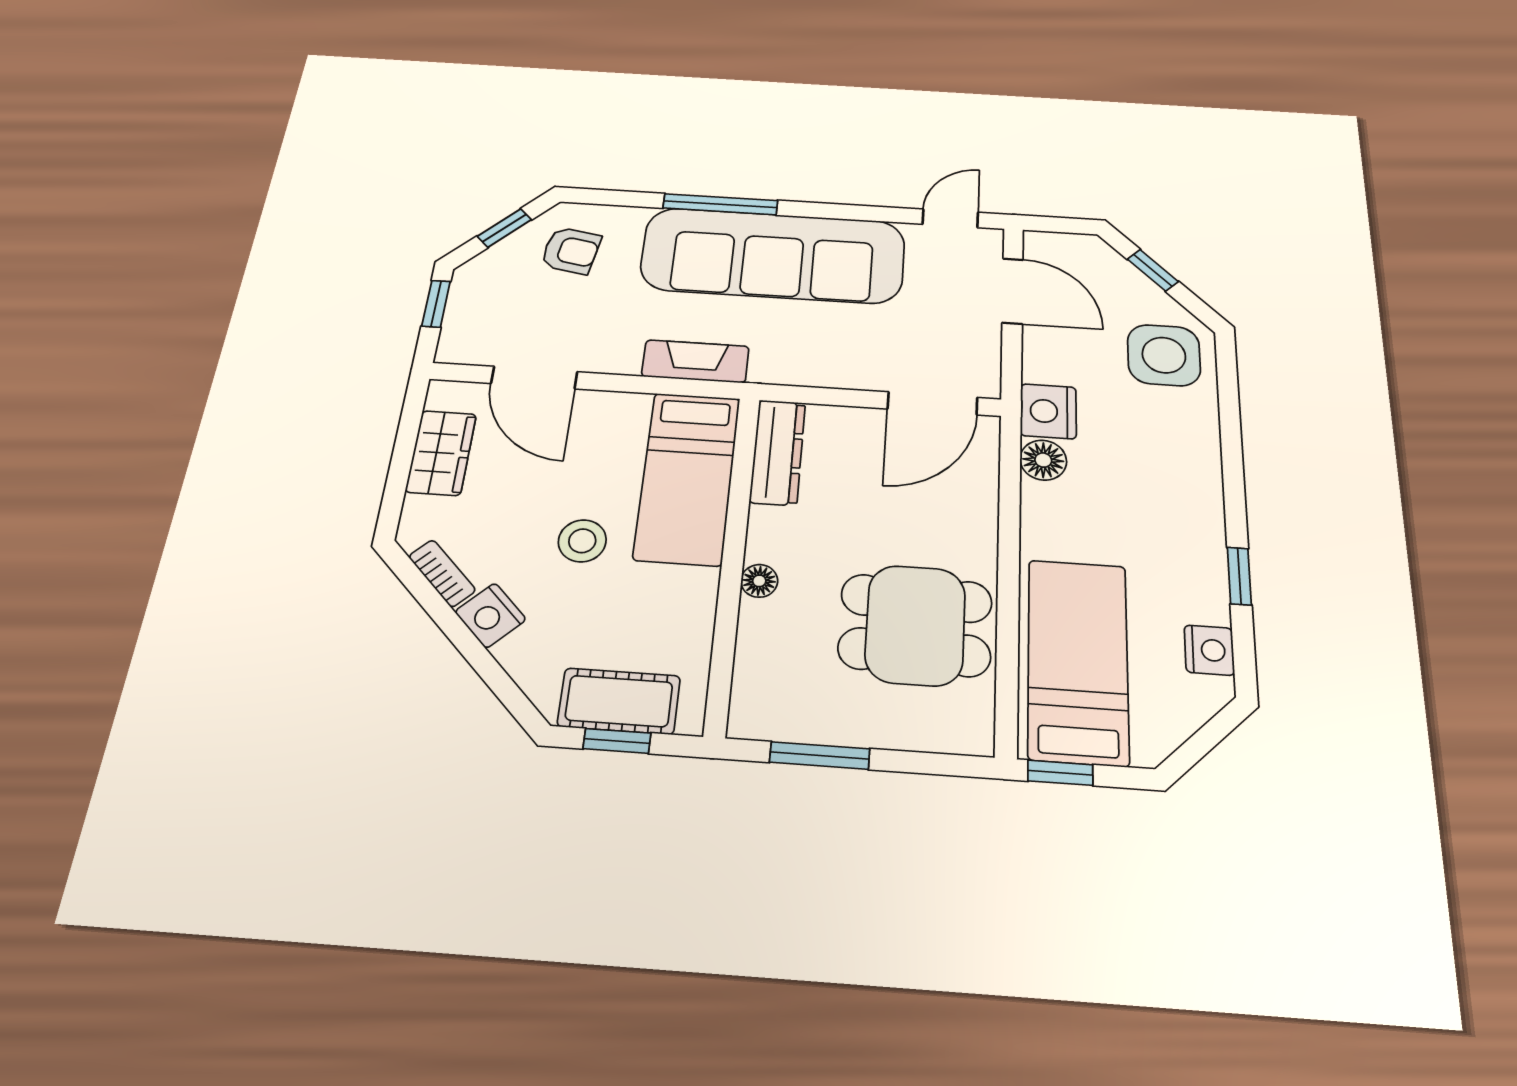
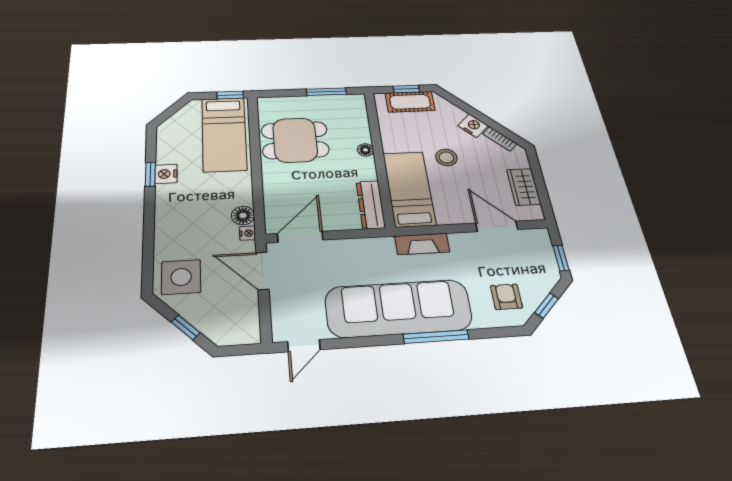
armchair: (571, 251) -> (506, 297), turned 80
door: (1013, 291) -> (262, 271), moved
nightstand: (1048, 411) -> (247, 233), width x0.53, depth x0.56
nightstand: (1209, 650) -> (166, 174), moved

